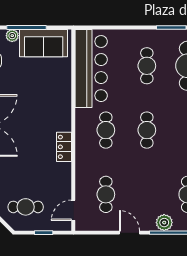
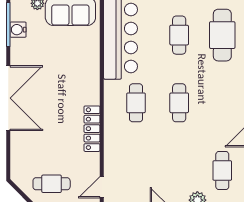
locker: (64, 147) -> (92, 129), width x1.53
cafe table: (106, 194) -> (136, 171), removed

